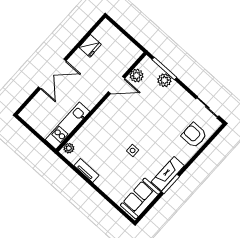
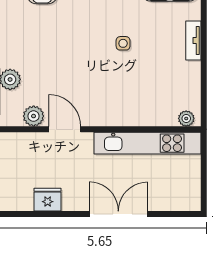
kitchen unit: (68, 126) -> (147, 143), width x1.36
tv unit: (87, 170) -> (193, 40), moved

